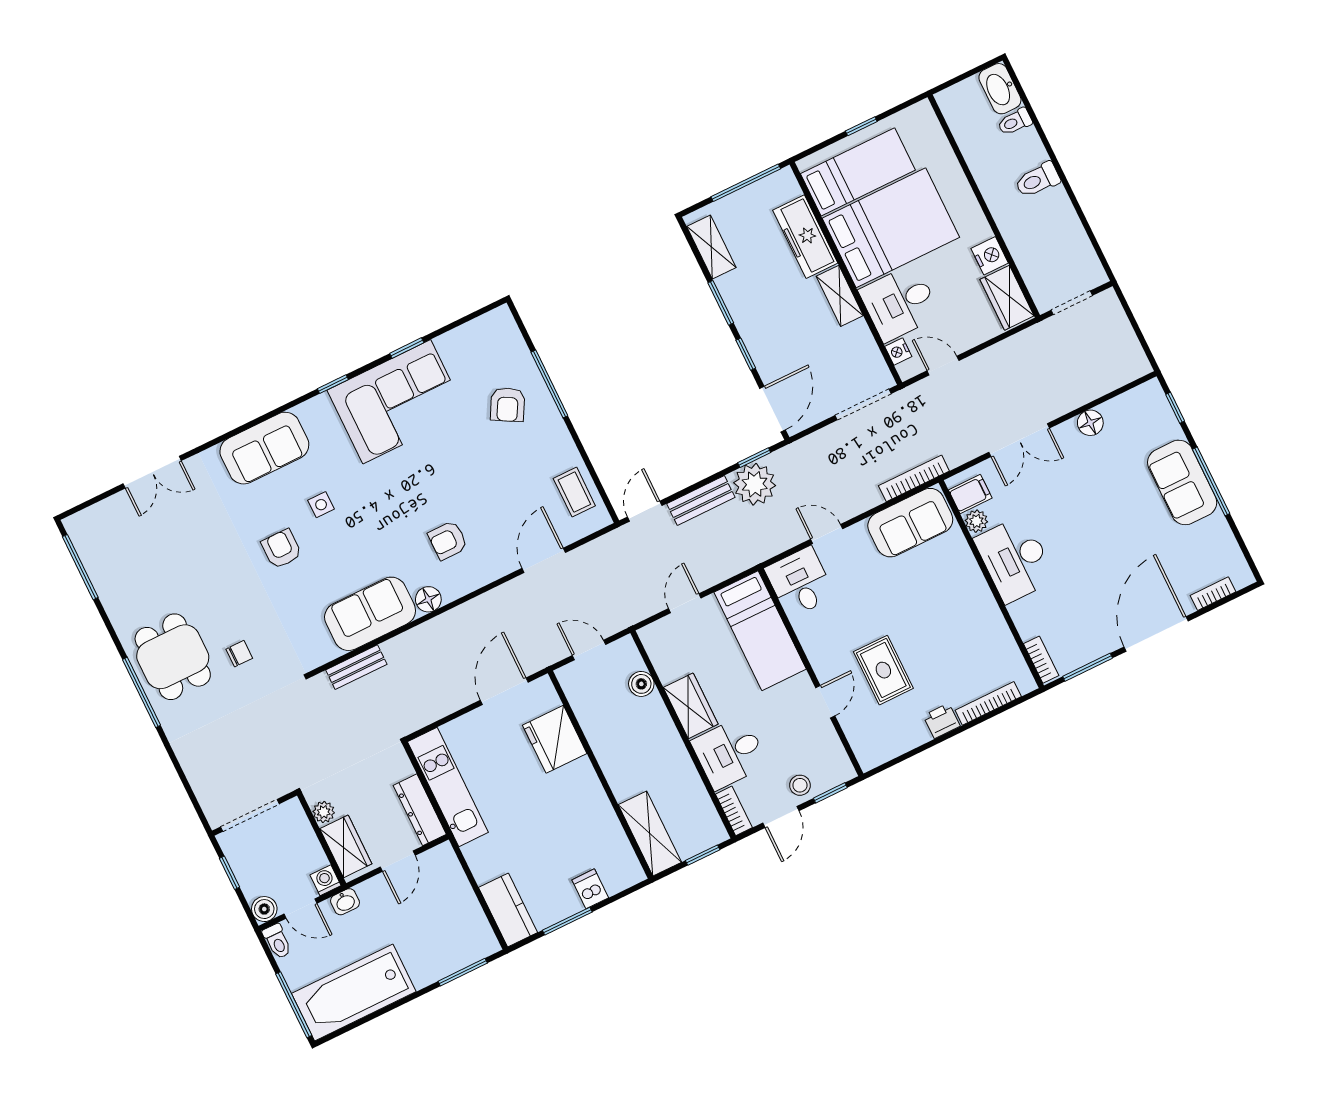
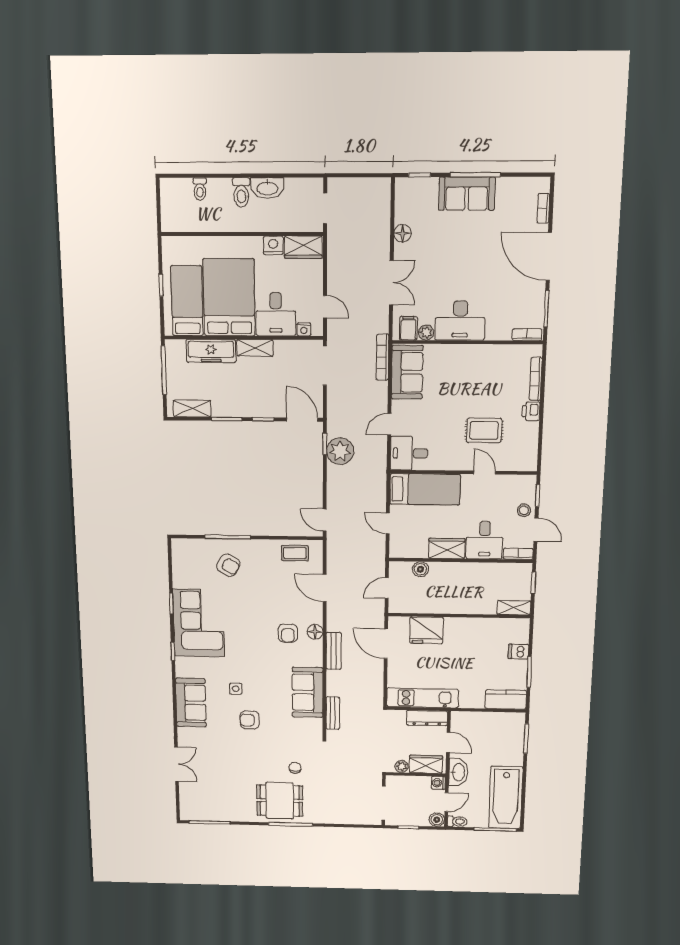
washbasin: (1000, 89) -> (267, 188), moved
door: (943, 366) -> (325, 307), swing flipped
bench: (701, 501) -> (334, 651), moved
floor lamp: (428, 599) -> (315, 632), moved
shelving: (650, 834) -> (514, 608), width x0.67, depth x0.75
washbasin: (345, 902) -> (458, 772), width x1.91, depth x1.45

